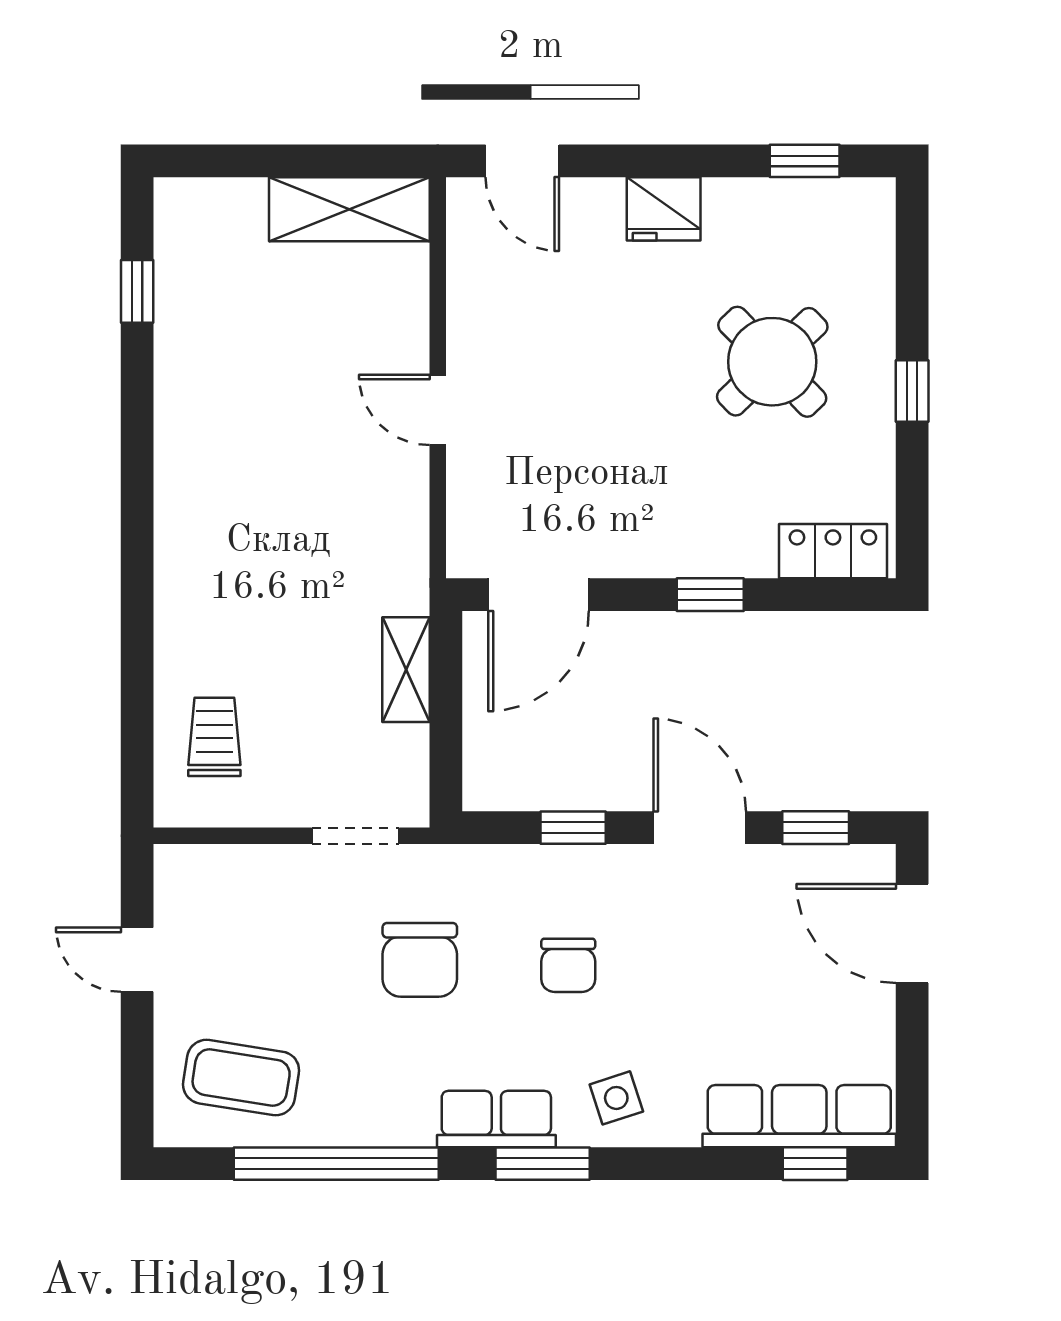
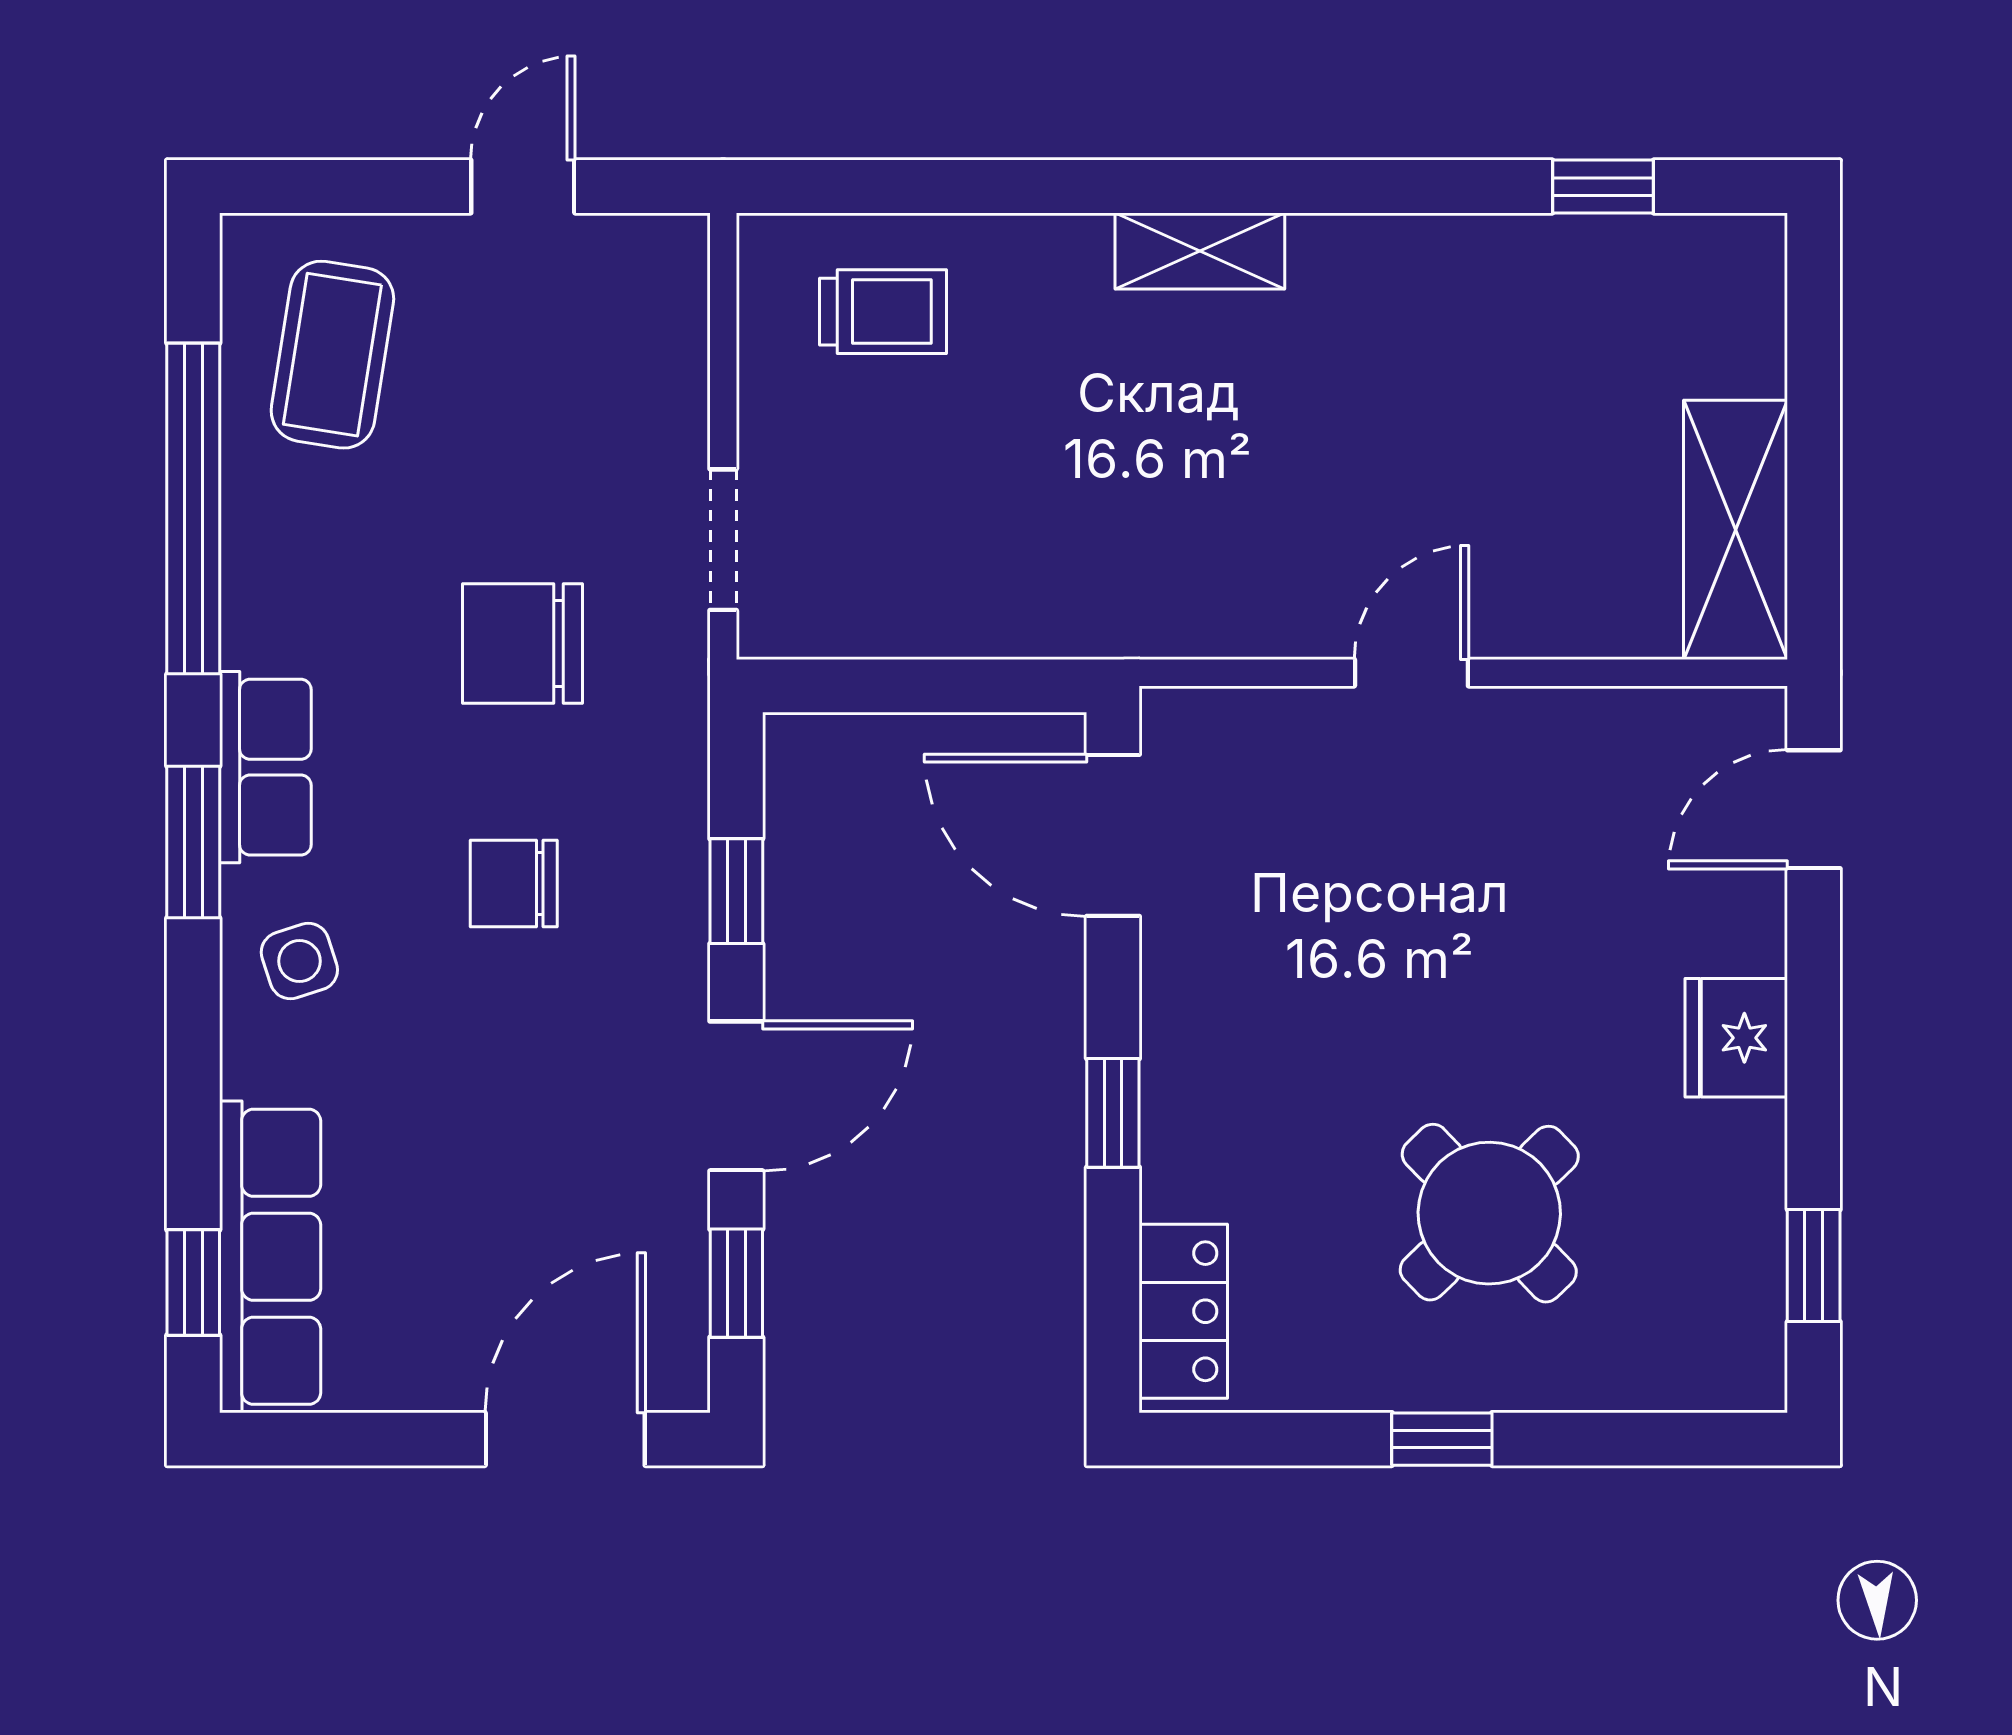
shelving: (406, 670) -> (1200, 251), moved

